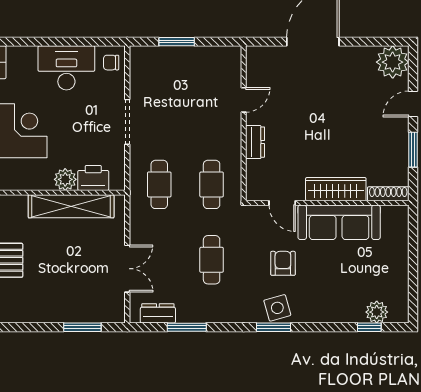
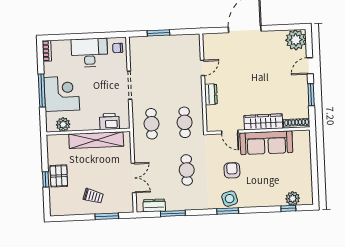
plant: (65, 179) -> (63, 124), moved
trolley: (62, 294) -> (93, 196), added

